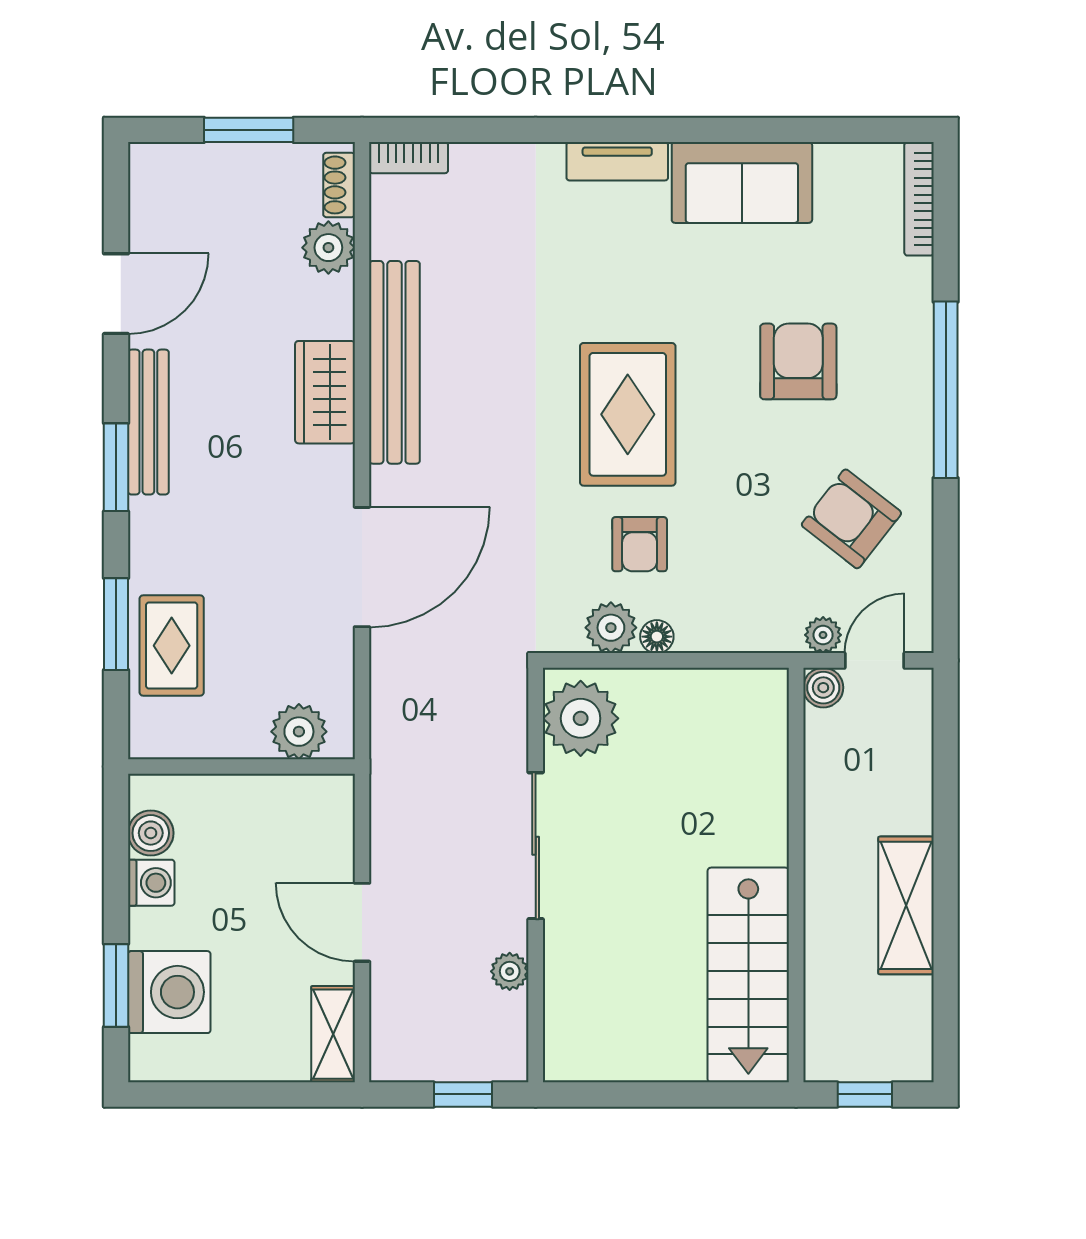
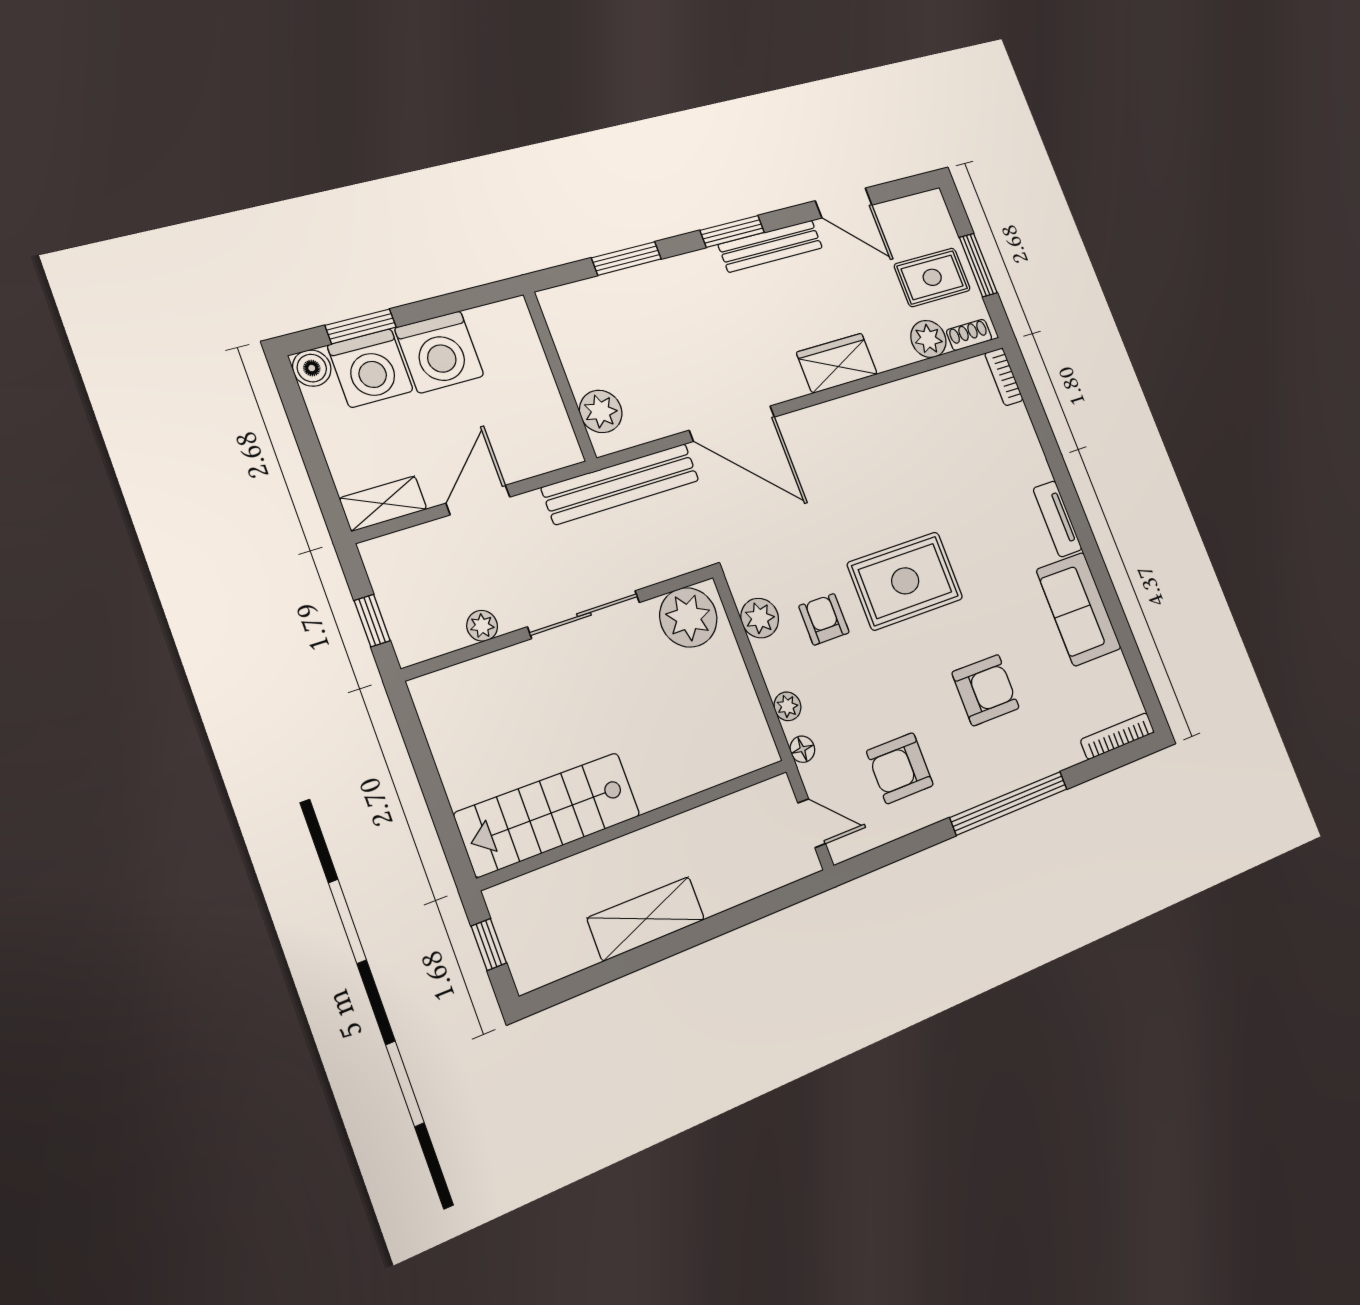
bench: (394, 362) -> (621, 484), moved
armchair: (851, 519) -> (900, 768), turned -128
armchair: (640, 544) -> (824, 619), turned 90
plant: (823, 635) -> (787, 706), moved
floor lamp: (657, 637) -> (802, 749), moved
rug: (172, 646) -> (932, 277), moved
boiler: (823, 688) -> (778, 792), removed
boiler: (151, 833) -> (312, 368), moved
washing machine: (151, 883) -> (439, 352), width x1.89, depth x1.89

